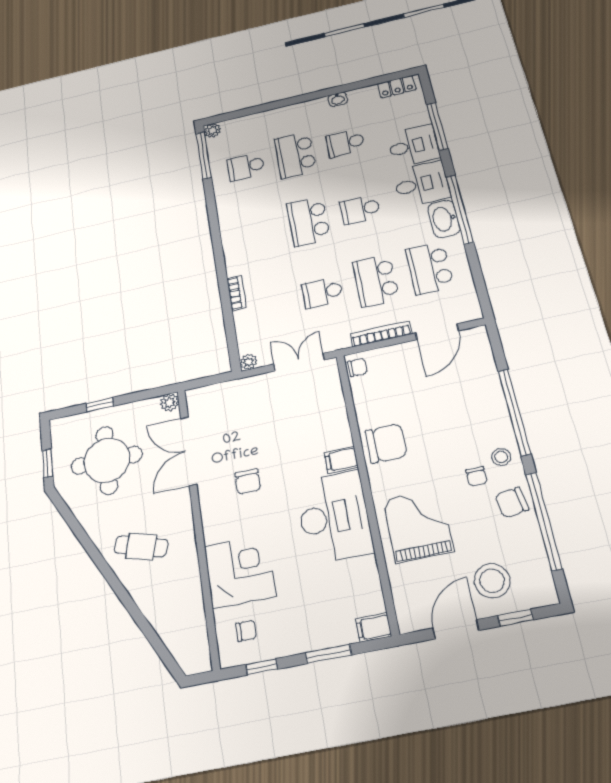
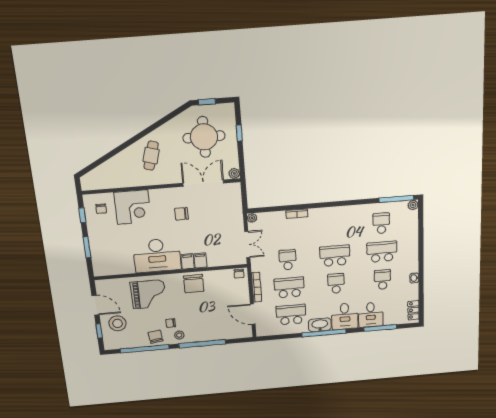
filing cabinet: (374, 627) -> (201, 260), moved

